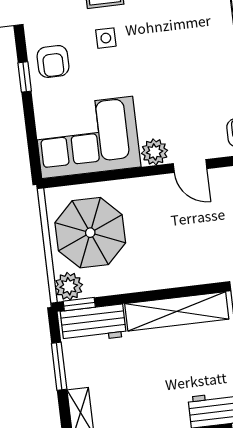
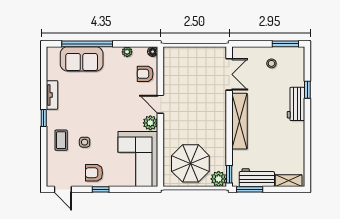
armchair: (53, 61) -> (94, 173), turned 180
door: (190, 166) -> (160, 104), swing flipped
workbench: (93, 324) -> (257, 178), moved, turned -90
window: (59, 366) -> (250, 189), moved

